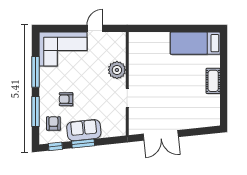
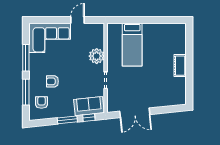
bed: (195, 43) -> (132, 45), moved, turned -90
sofa: (84, 130) -> (89, 106), moved
window: (55, 146) -> (89, 118), moved

